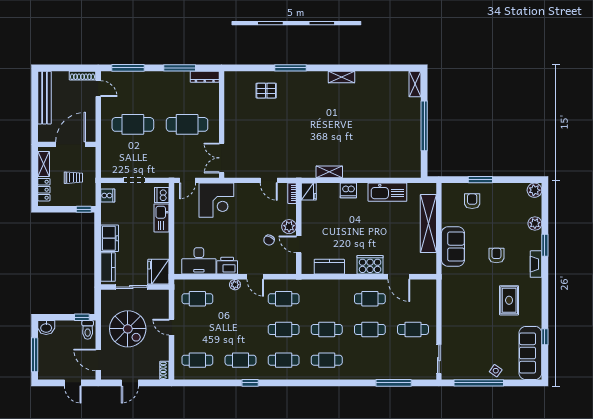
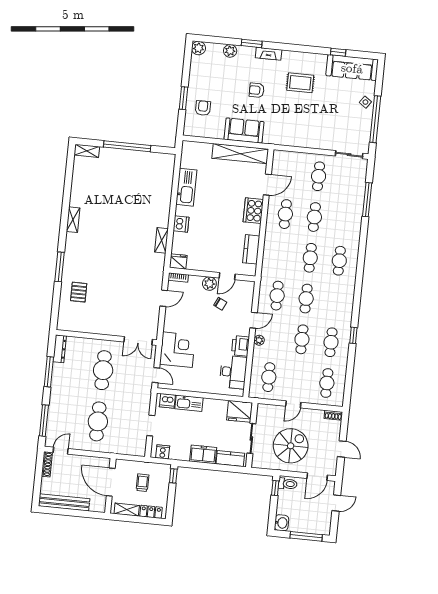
armchair: (472, 201) -> (203, 108), turned 90
shelving: (428, 224) -> (240, 154), moved
cafe table: (284, 360) -> (302, 339), moved

